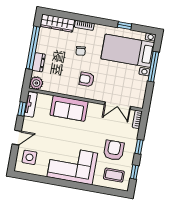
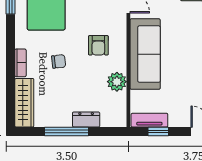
window: (33, 48) -> (67, 131), width x0.68
plant: (36, 83) -> (117, 82), moved
sofa: (69, 108) -> (145, 54), width x1.36

